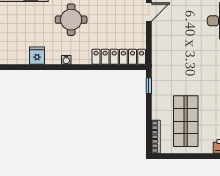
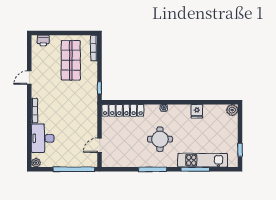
fridge: (37, 56) -> (197, 111), moved

